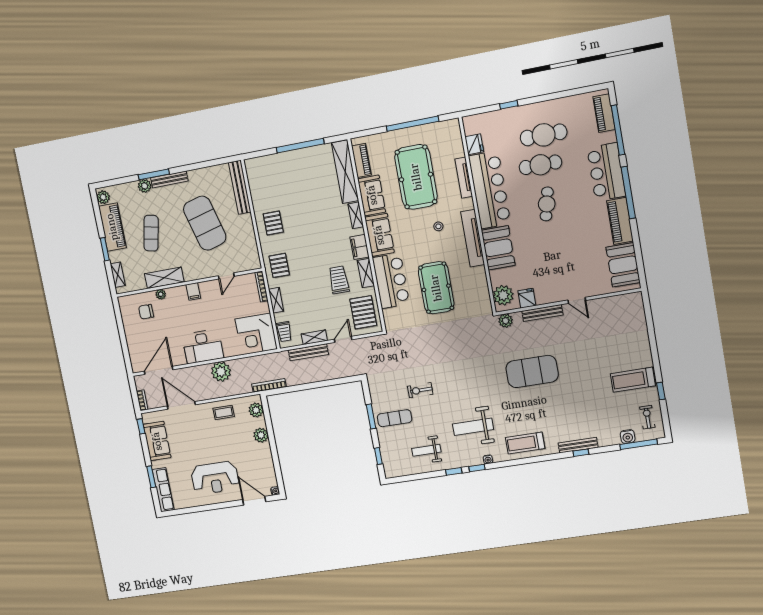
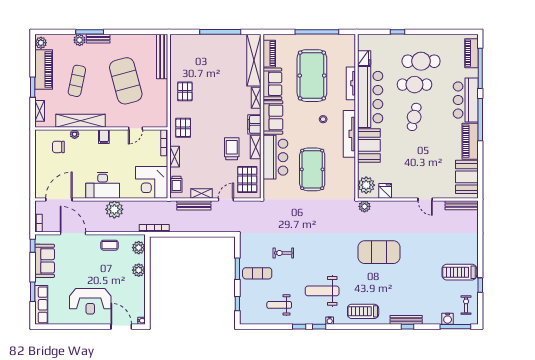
bench: (169, 179) -> (98, 39), width x0.73
shelving: (164, 278) -> (81, 121), width x1.47
bench: (542, 313) -> (462, 205), moved

